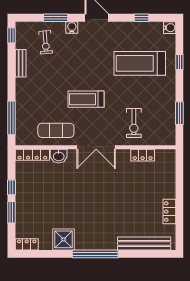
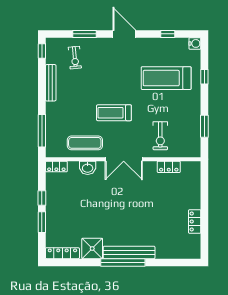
water cooler: (72, 27) -> (100, 43), removed
bench: (21, 63) -> (51, 83), width x1.36
locker: (32, 155) -> (56, 167), width x0.66
locker: (27, 244) -> (62, 253), width x1.53
bench: (144, 244) -> (129, 252), moved

